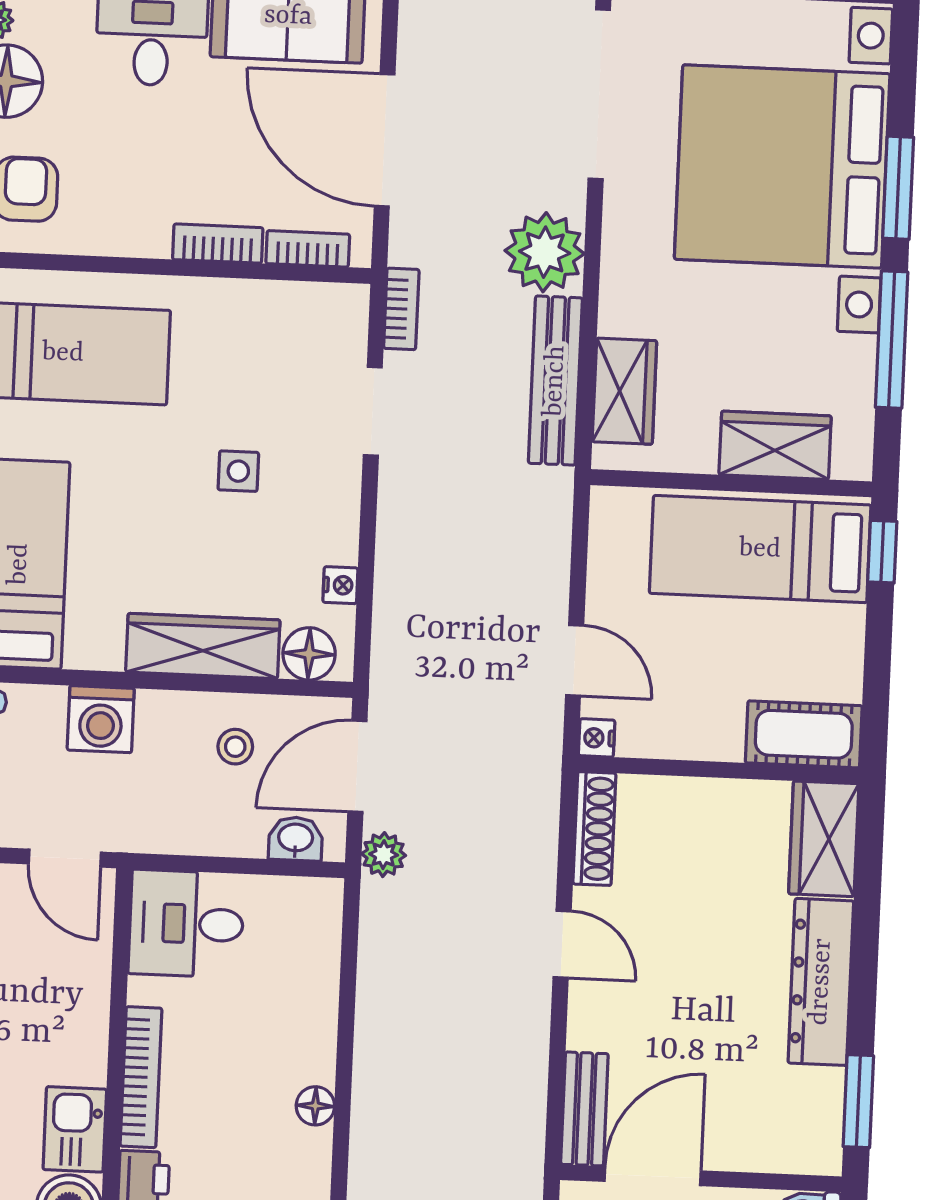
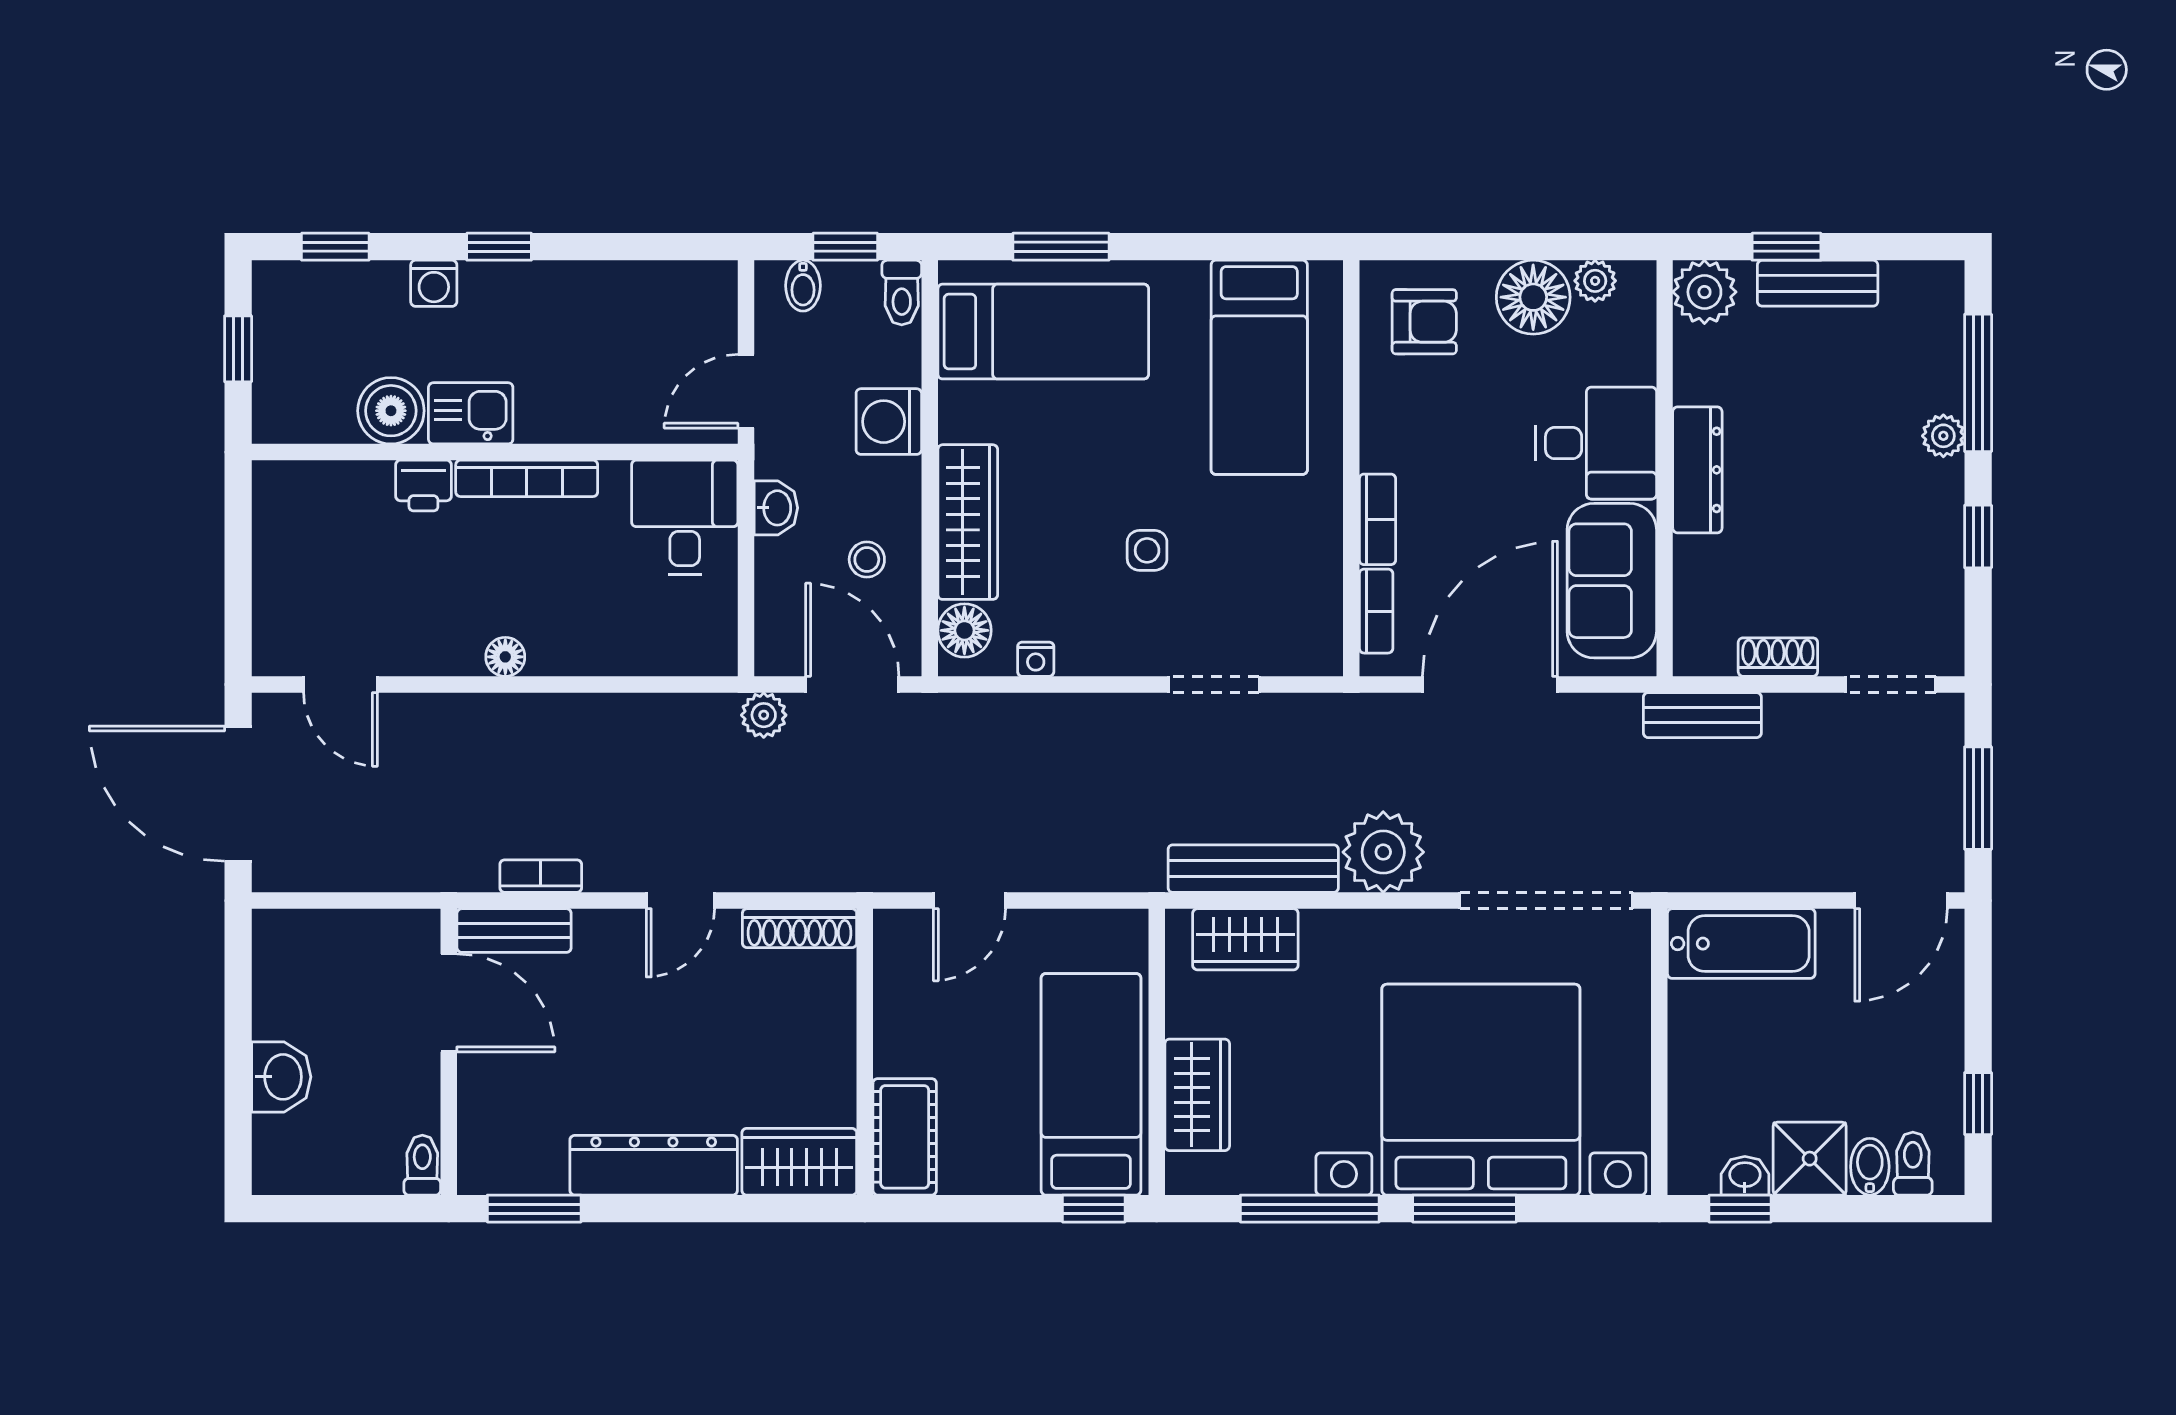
bookcase: (401, 309) -> (541, 876), moved, turned 180
nightstand: (597, 738) -> (892, 926), removed
washbasin: (296, 839) -> (776, 508), moved

